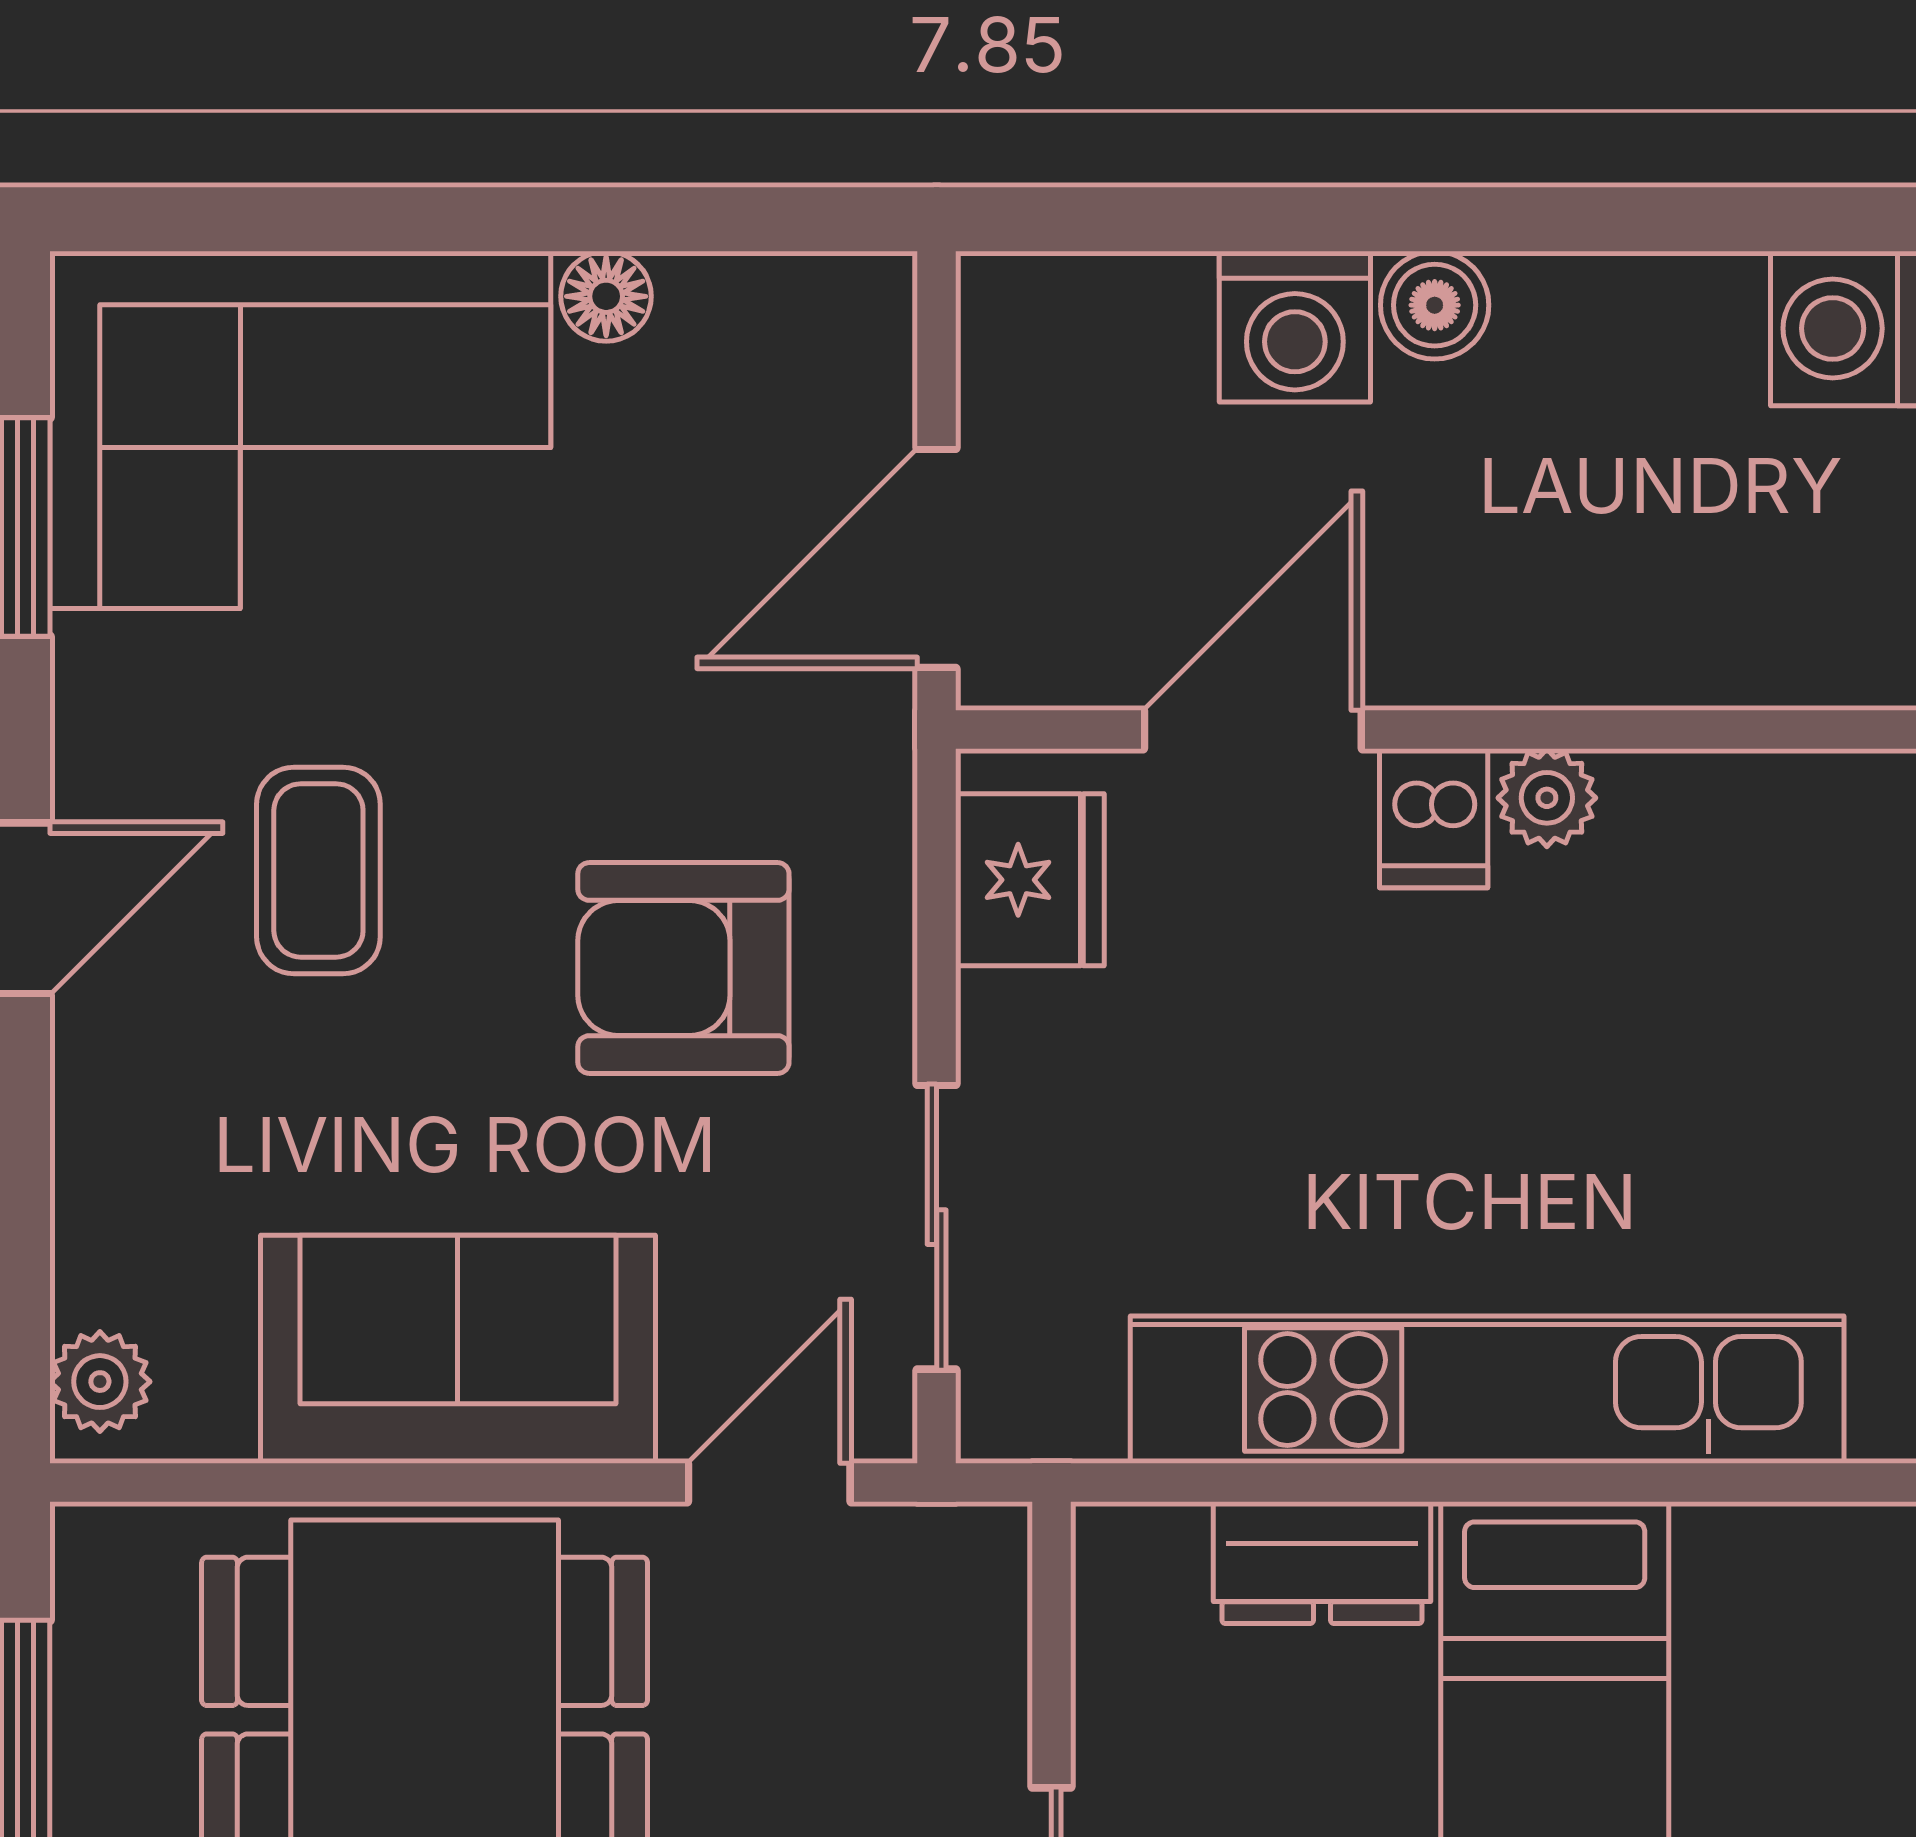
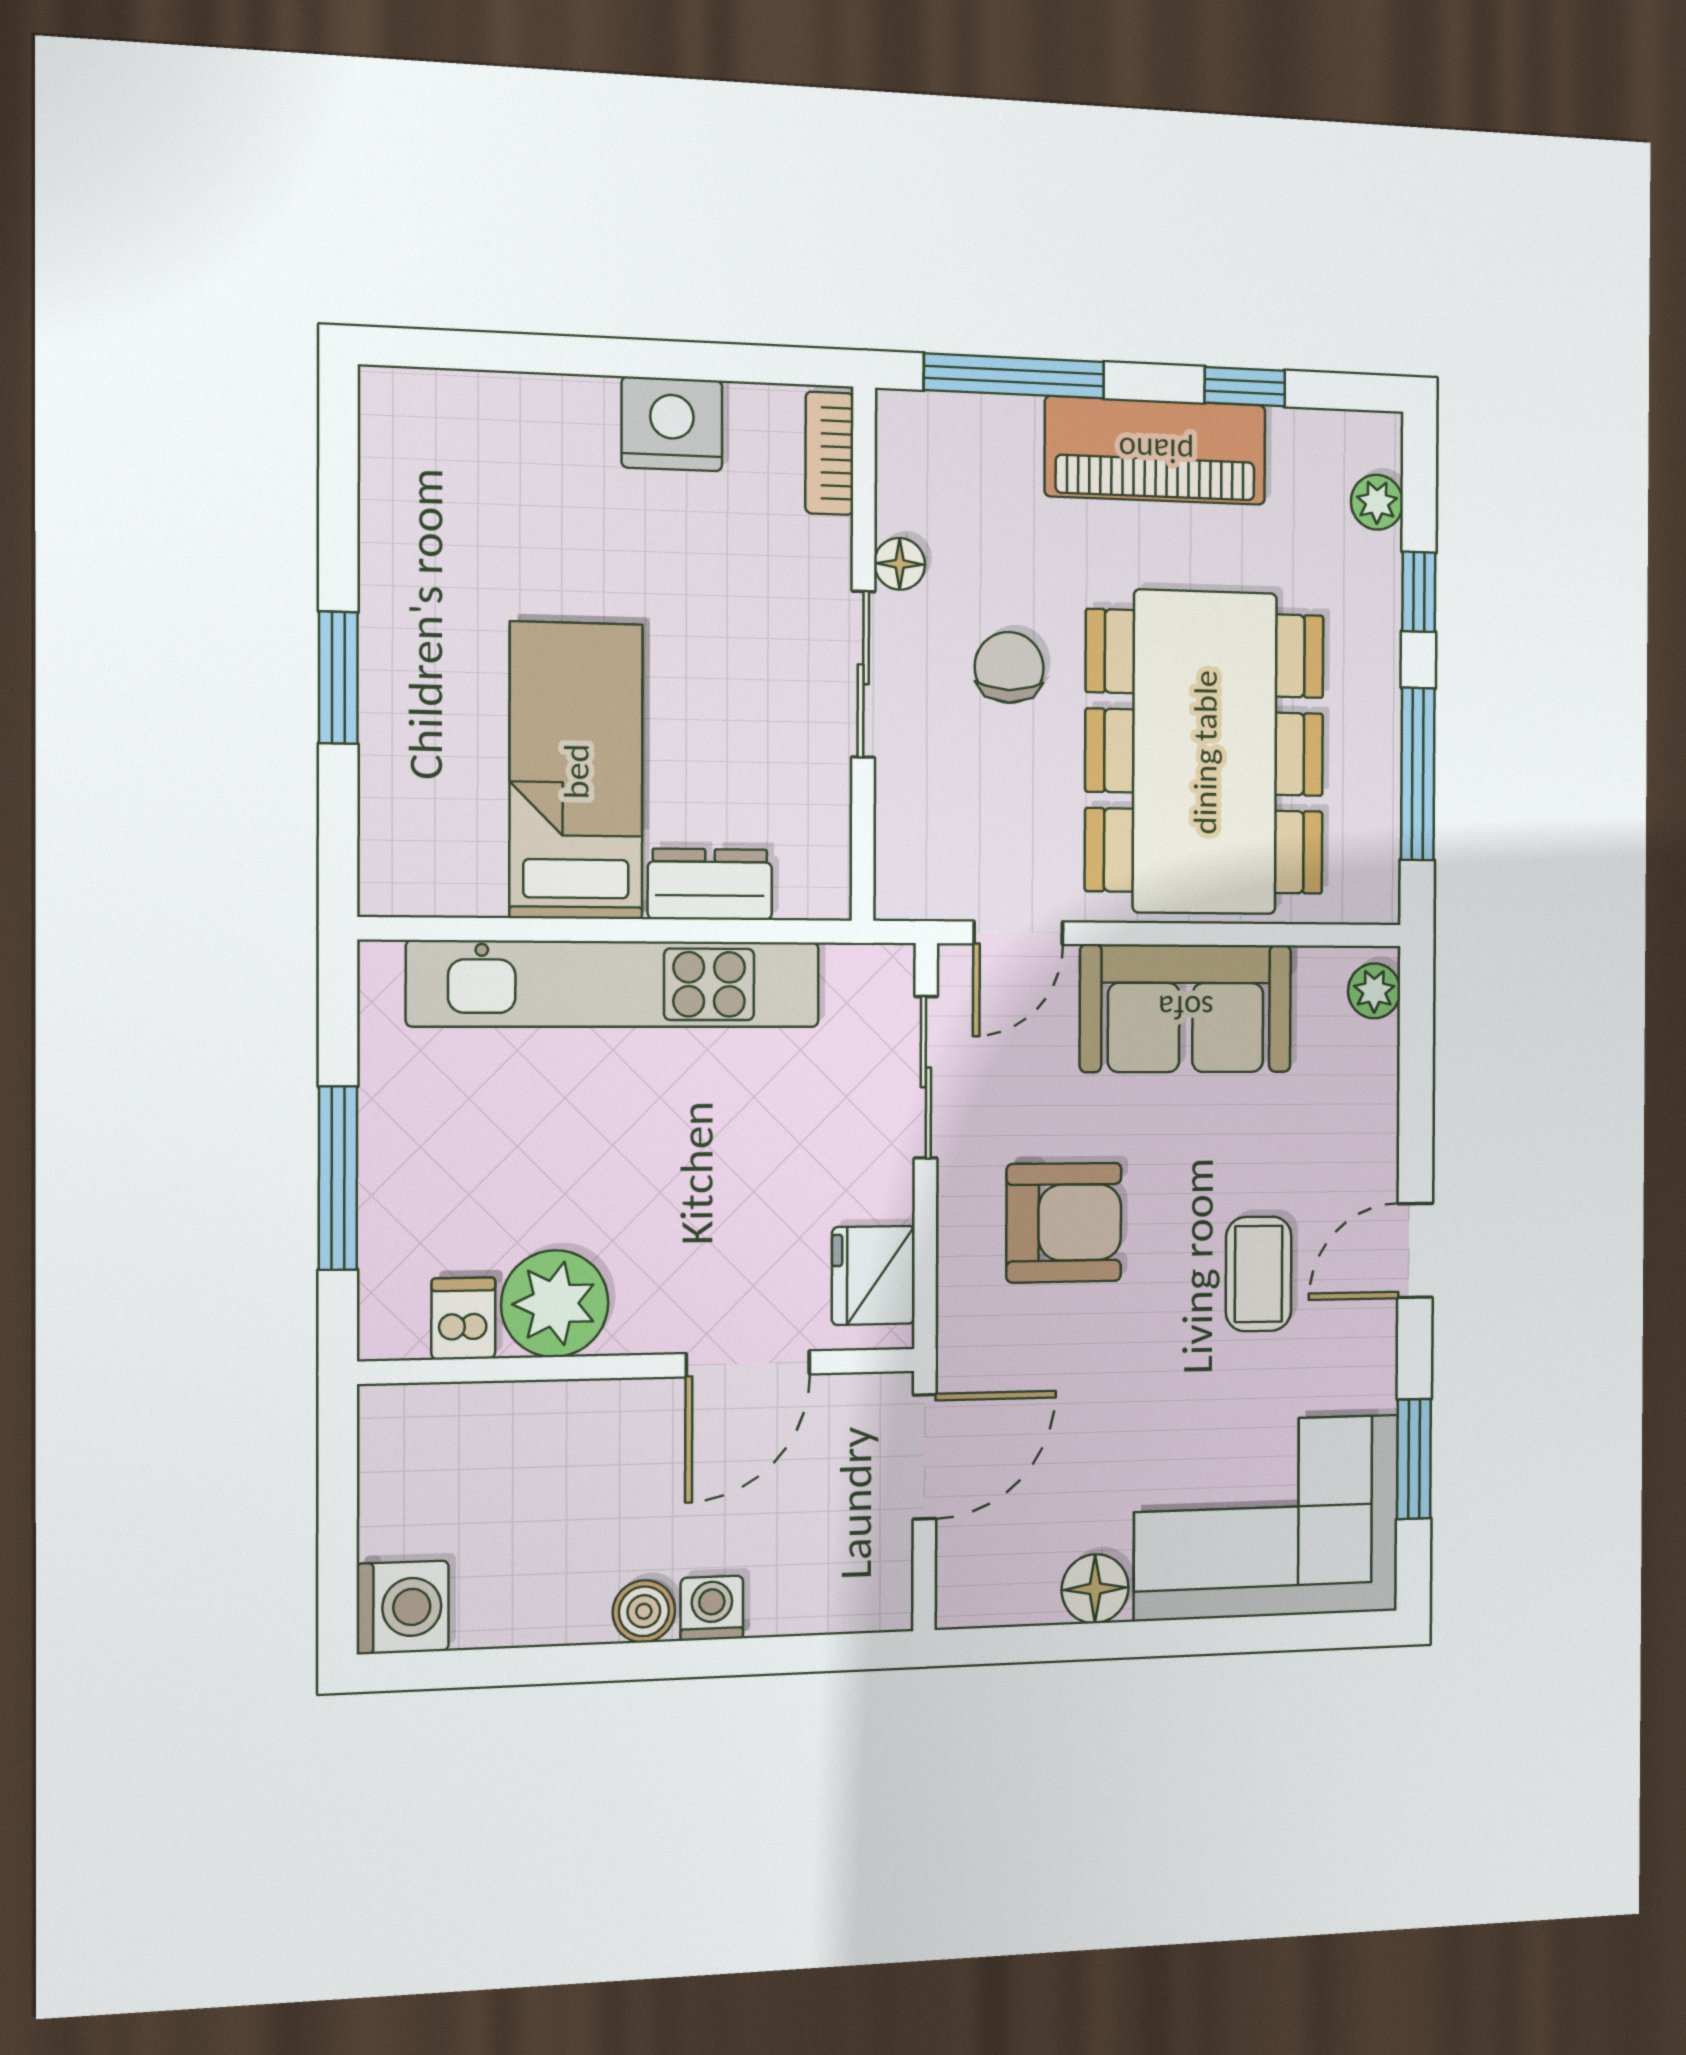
floor lamp: (606, 296) -> (1095, 1589), width x1.37, depth x1.37
washing machine: (1295, 327) -> (712, 1608), width x0.73, depth x0.73
plant: (1547, 798) -> (555, 1304), width x1.88, depth x1.88
dishwasher: (1434, 818) -> (463, 1319), moved

